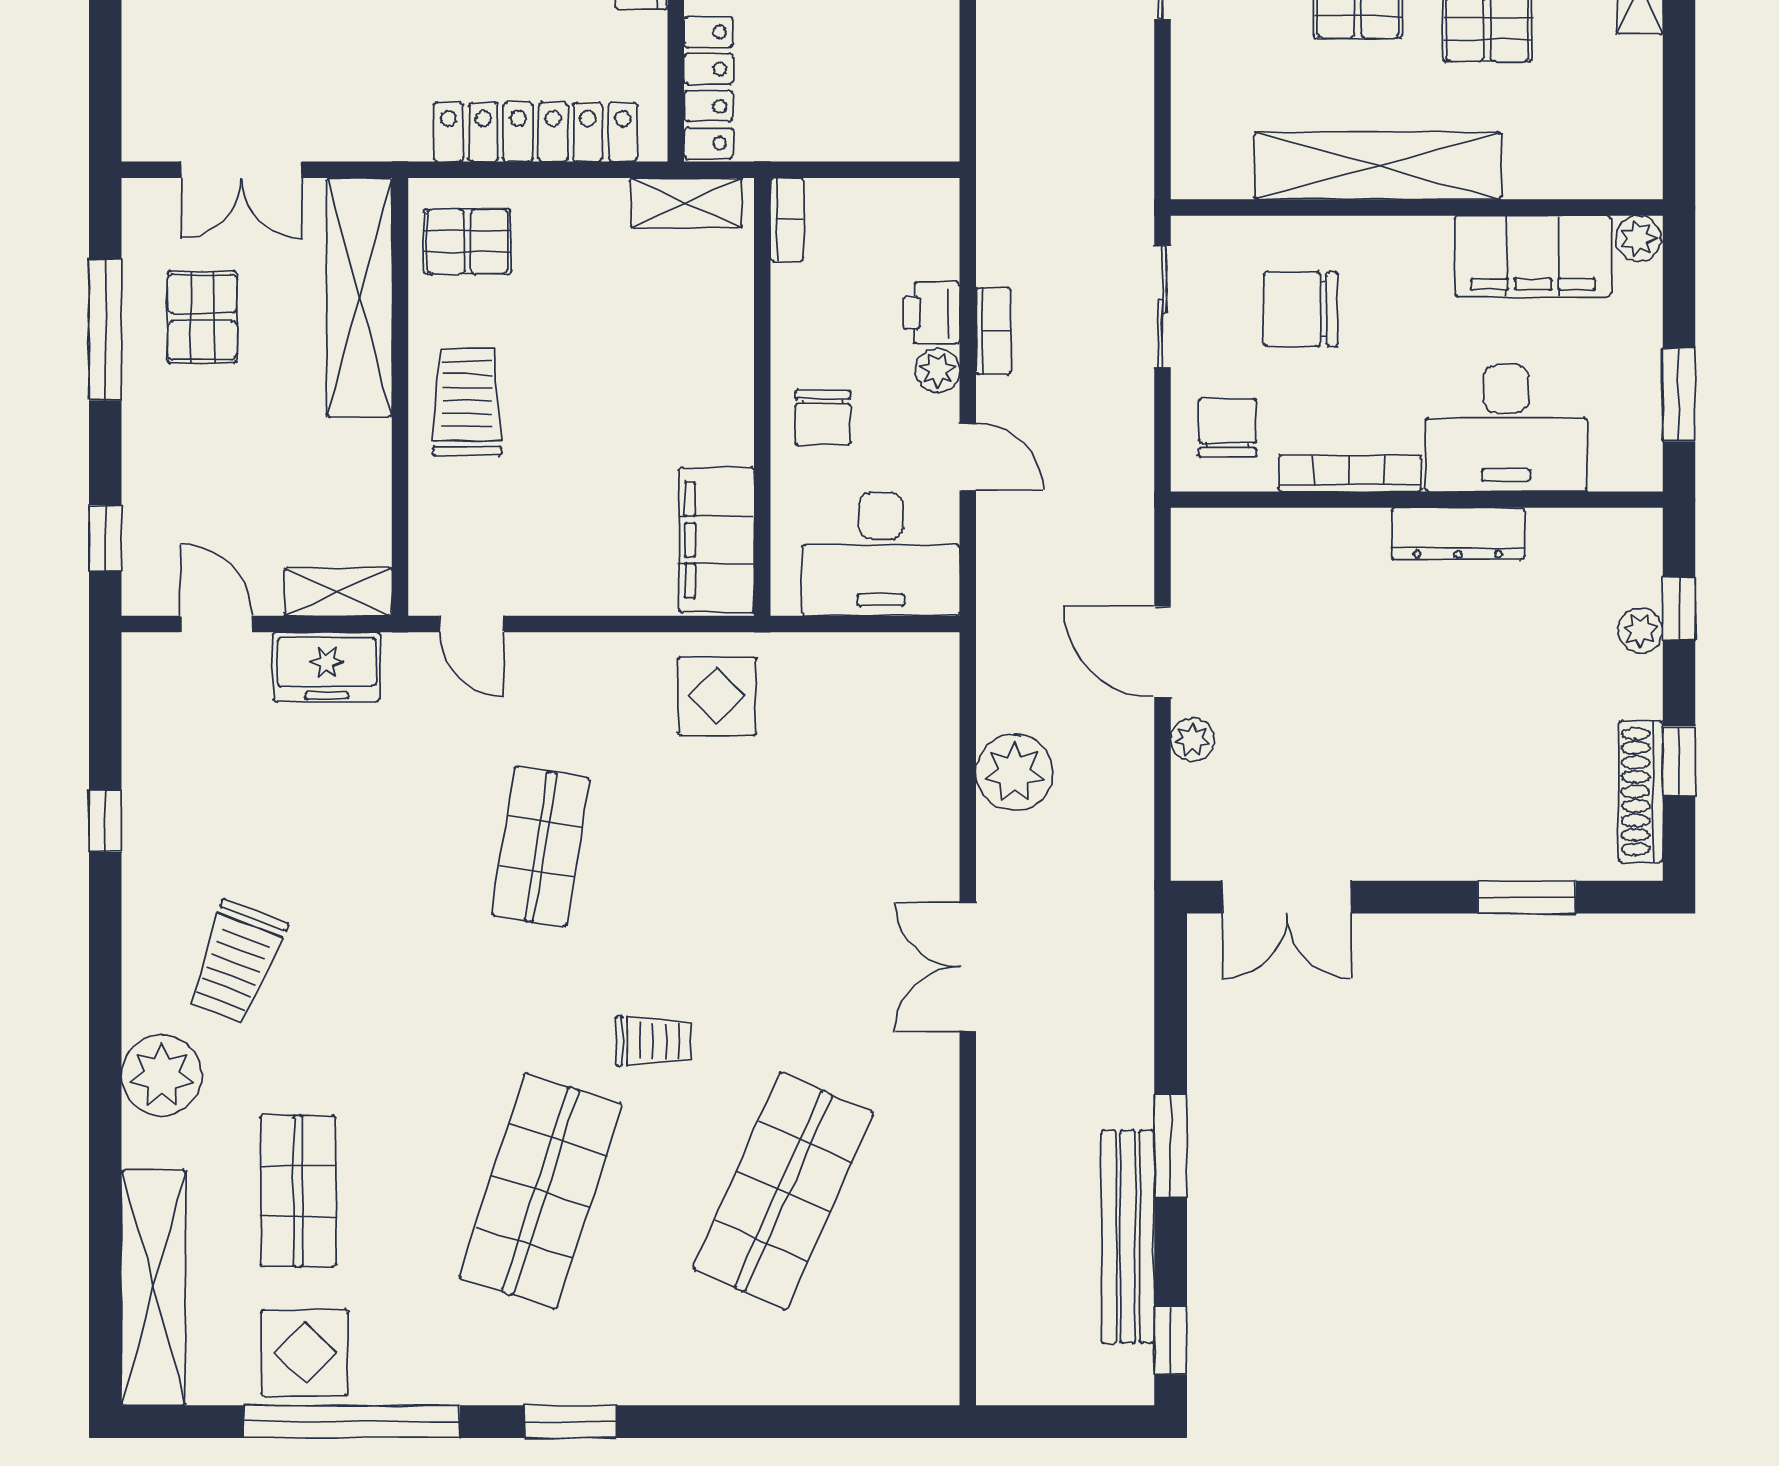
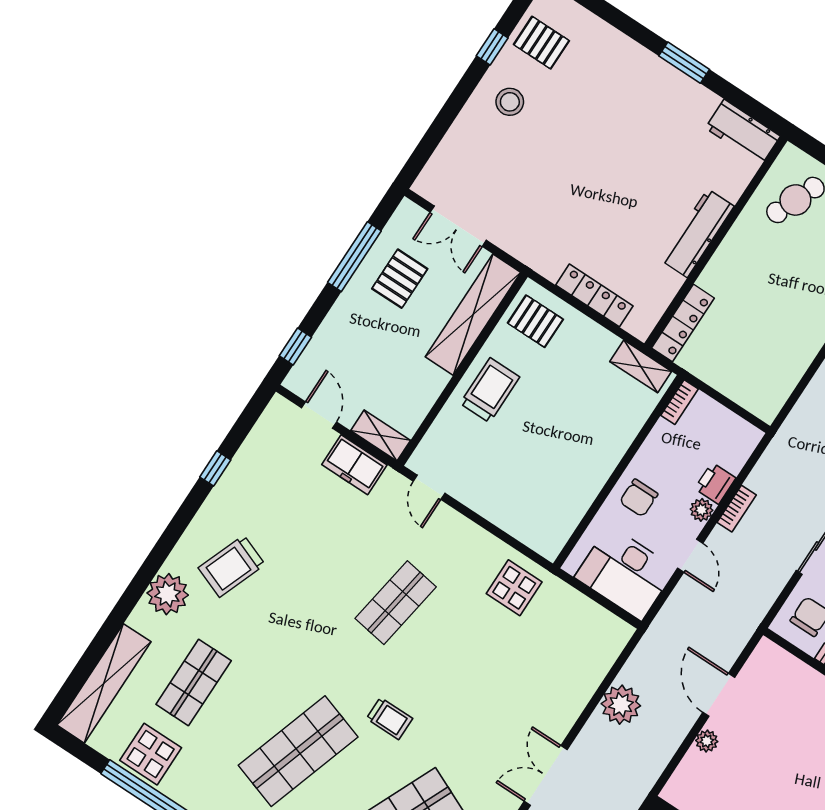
locker: (536, 132) -> (594, 295), width x0.71, depth x0.83
filing cabinet: (717, 540) -> (558, 520), removed

